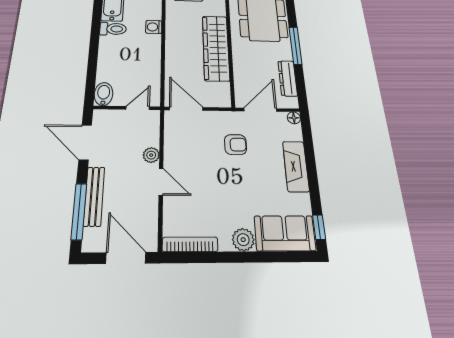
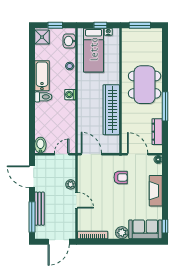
door: (260, 110) -> (138, 154), hinge flipped
door: (126, 258) -> (59, 242), swing flipped

